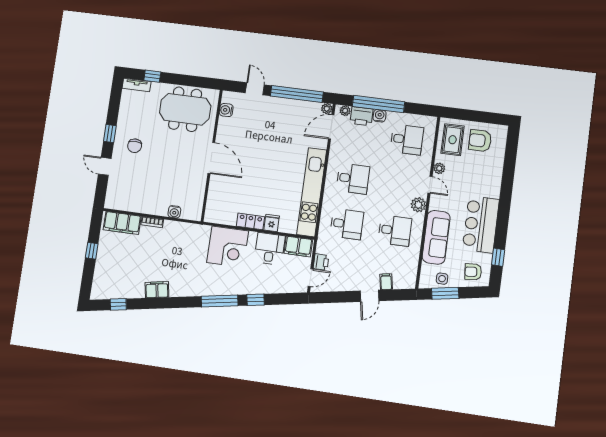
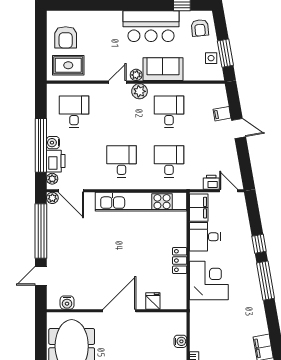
plant: (439, 168) -> (136, 75), moved
fridge: (272, 223) -> (153, 301), moved, turned 90
sofa: (436, 237) -> (163, 69), width x0.73

